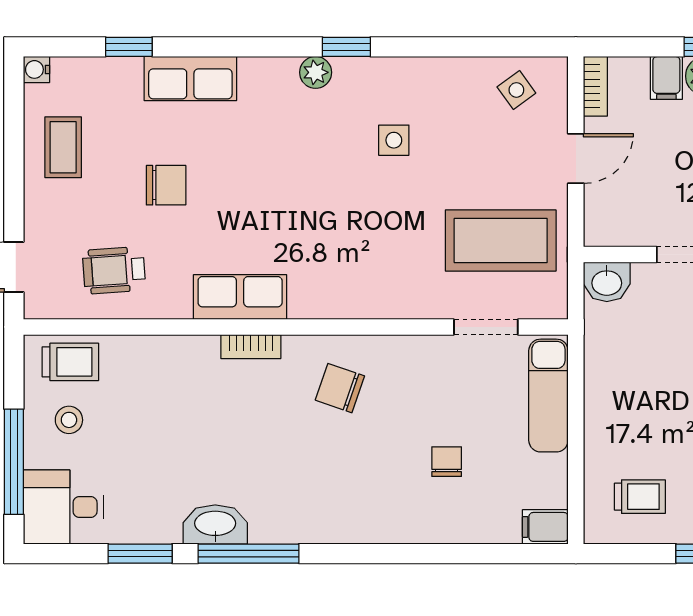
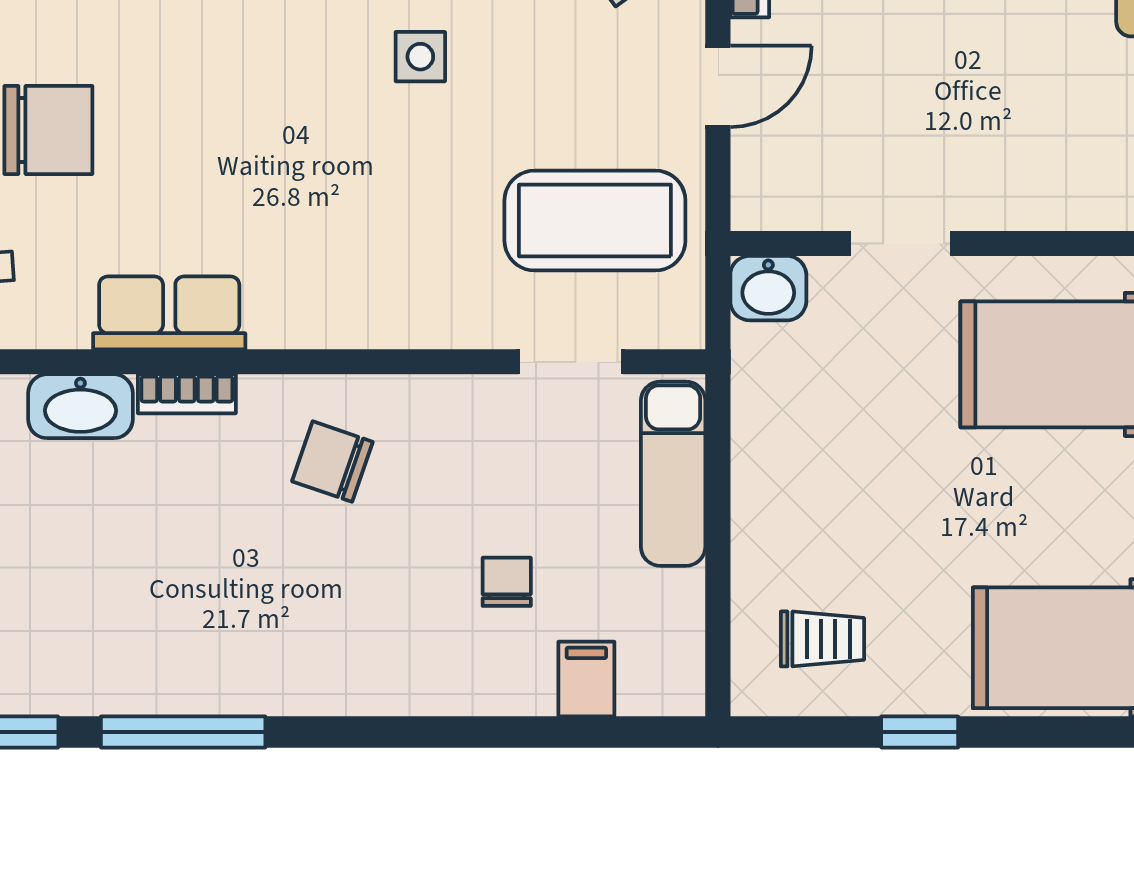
chair: (166, 185) -> (48, 130), width x1.37, depth x1.37
washbasin: (215, 524) -> (80, 406), moved, turned 180
filing cabinet: (545, 527) -> (586, 679), moved, turned 90

